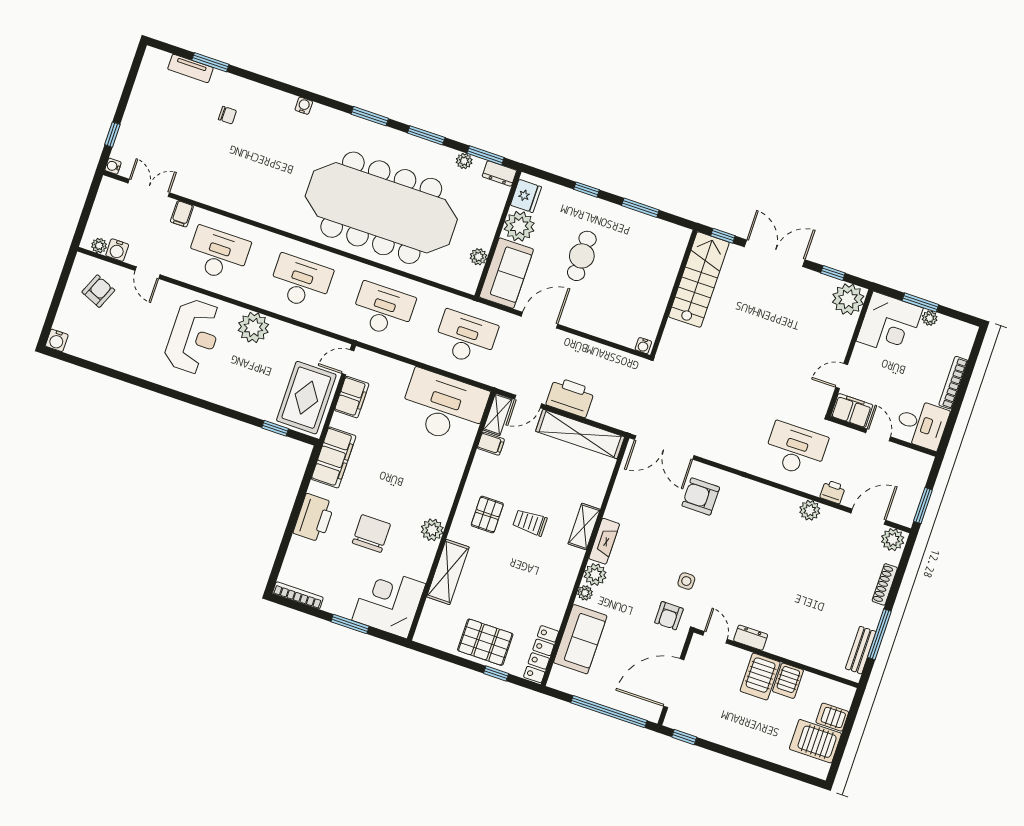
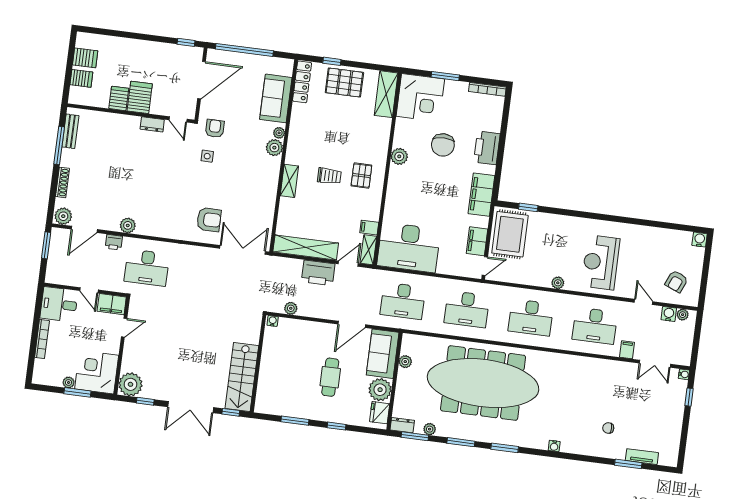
plant: (253, 327) -> (558, 283), width x0.53, depth x0.53
plant: (616, 358) -> (291, 308), added
fireplace: (604, 541) -> (273, 173), removed
shelving: (448, 572) -> (386, 94), moved
server rack: (815, 741) -> (85, 58), width x0.73, depth x0.70

